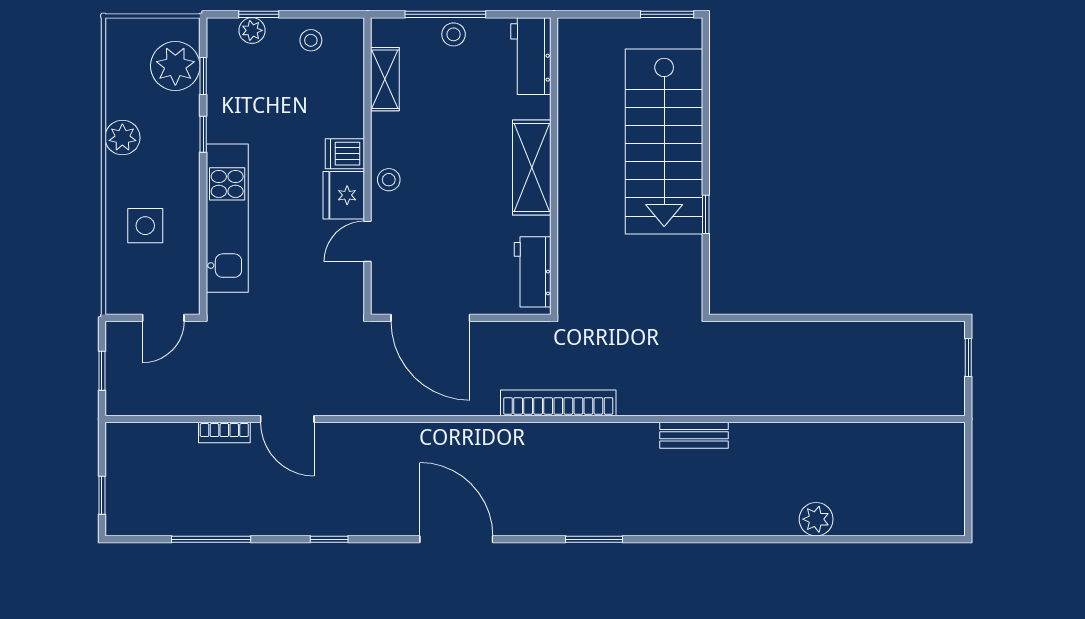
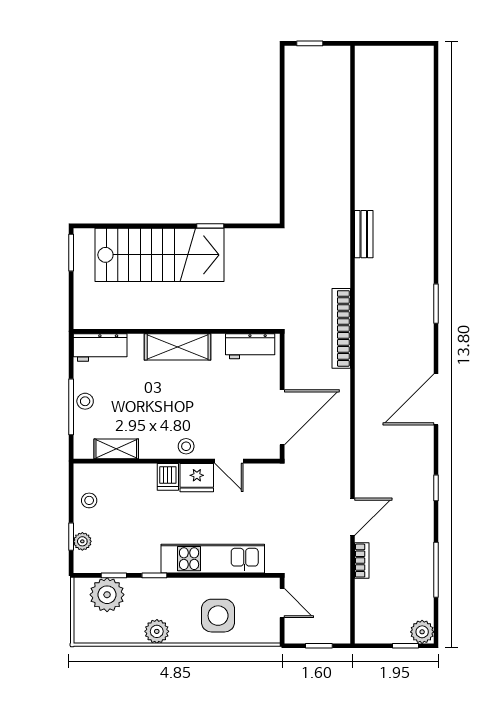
side table: (145, 226) -> (218, 616), width x1.37, depth x1.37
plant: (816, 519) -> (422, 632), moved

